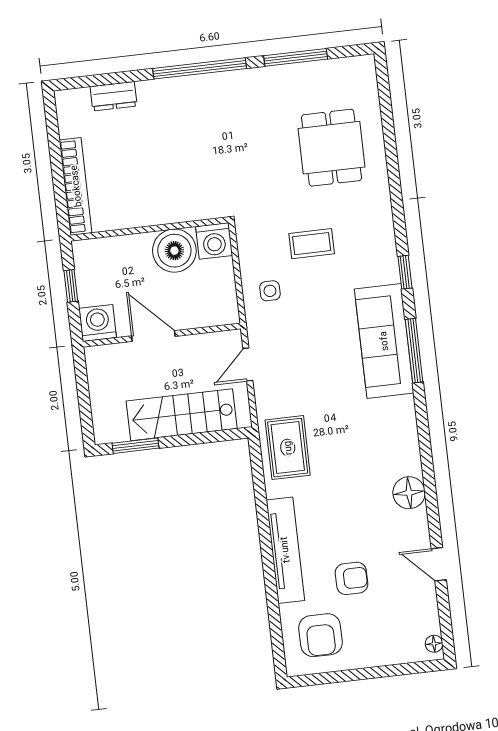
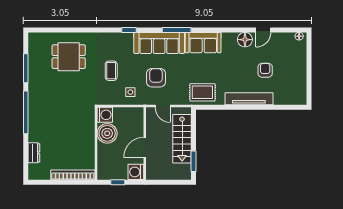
window: (414, 351) -> (177, 30), moved
sofa: (396, 437) -> (203, 43), added
floor lamp: (409, 493) -> (245, 40), moved
armchair: (321, 635) -> (156, 78), moved, turned -90

